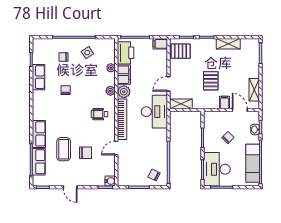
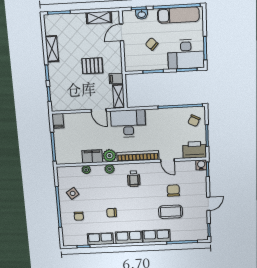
pallet: (181, 51) -> (64, 99), removed
printer: (126, 53) -> (195, 150), moved
filing cabinet: (225, 102) -> (116, 79), moved
row of seats: (39, 162) -> (129, 237), moved

